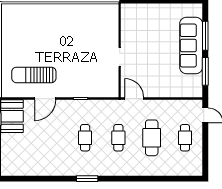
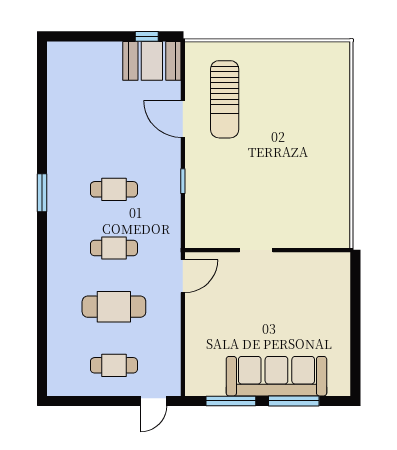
sun lounger: (34, 75) -> (225, 99), turned 180

